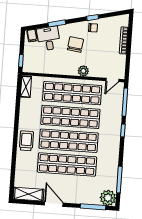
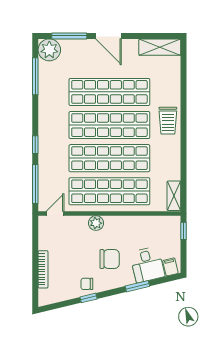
chair: (75, 44) -> (110, 259), turned -97
door: (54, 204) -> (108, 36), moved

